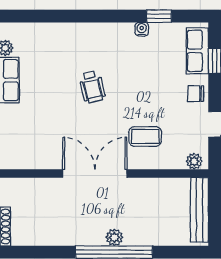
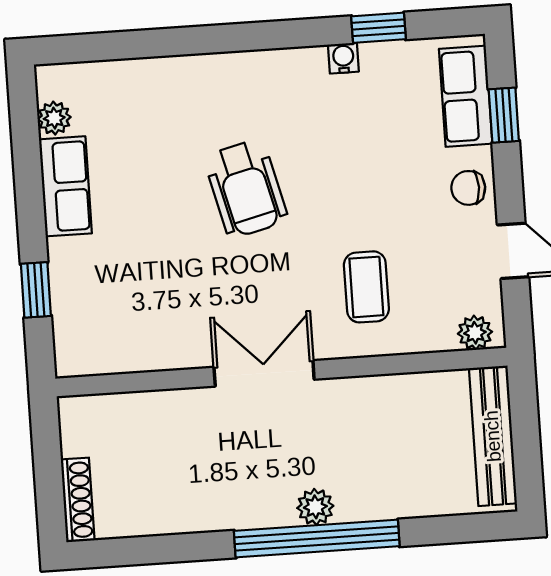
wheelchair: (92, 87) -> (246, 188), width x1.36, depth x1.37
coffee table: (145, 137) -> (366, 287), turned 90
double door: (95, 173) -> (264, 373), width x0.73

